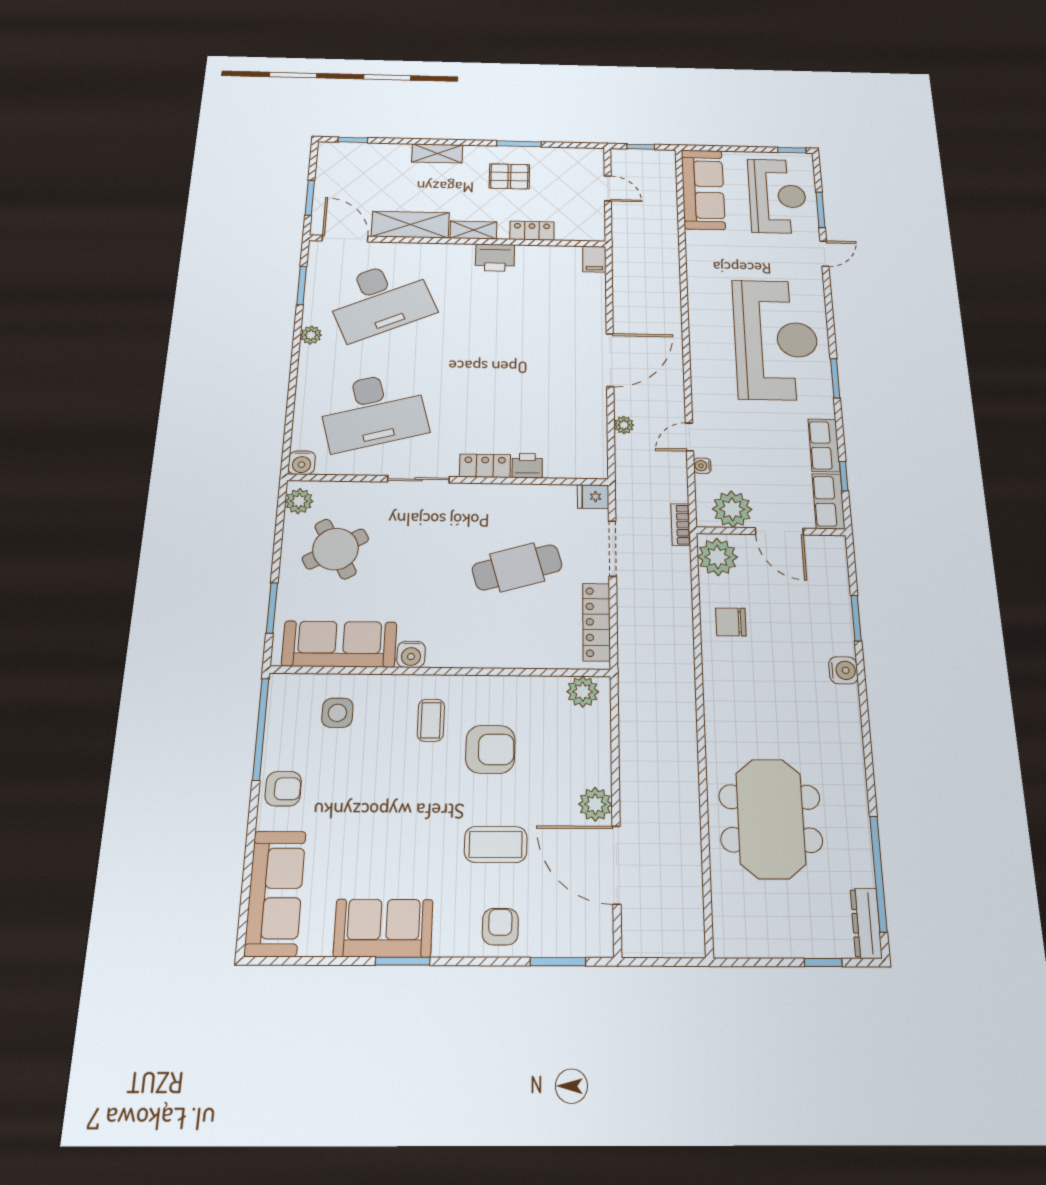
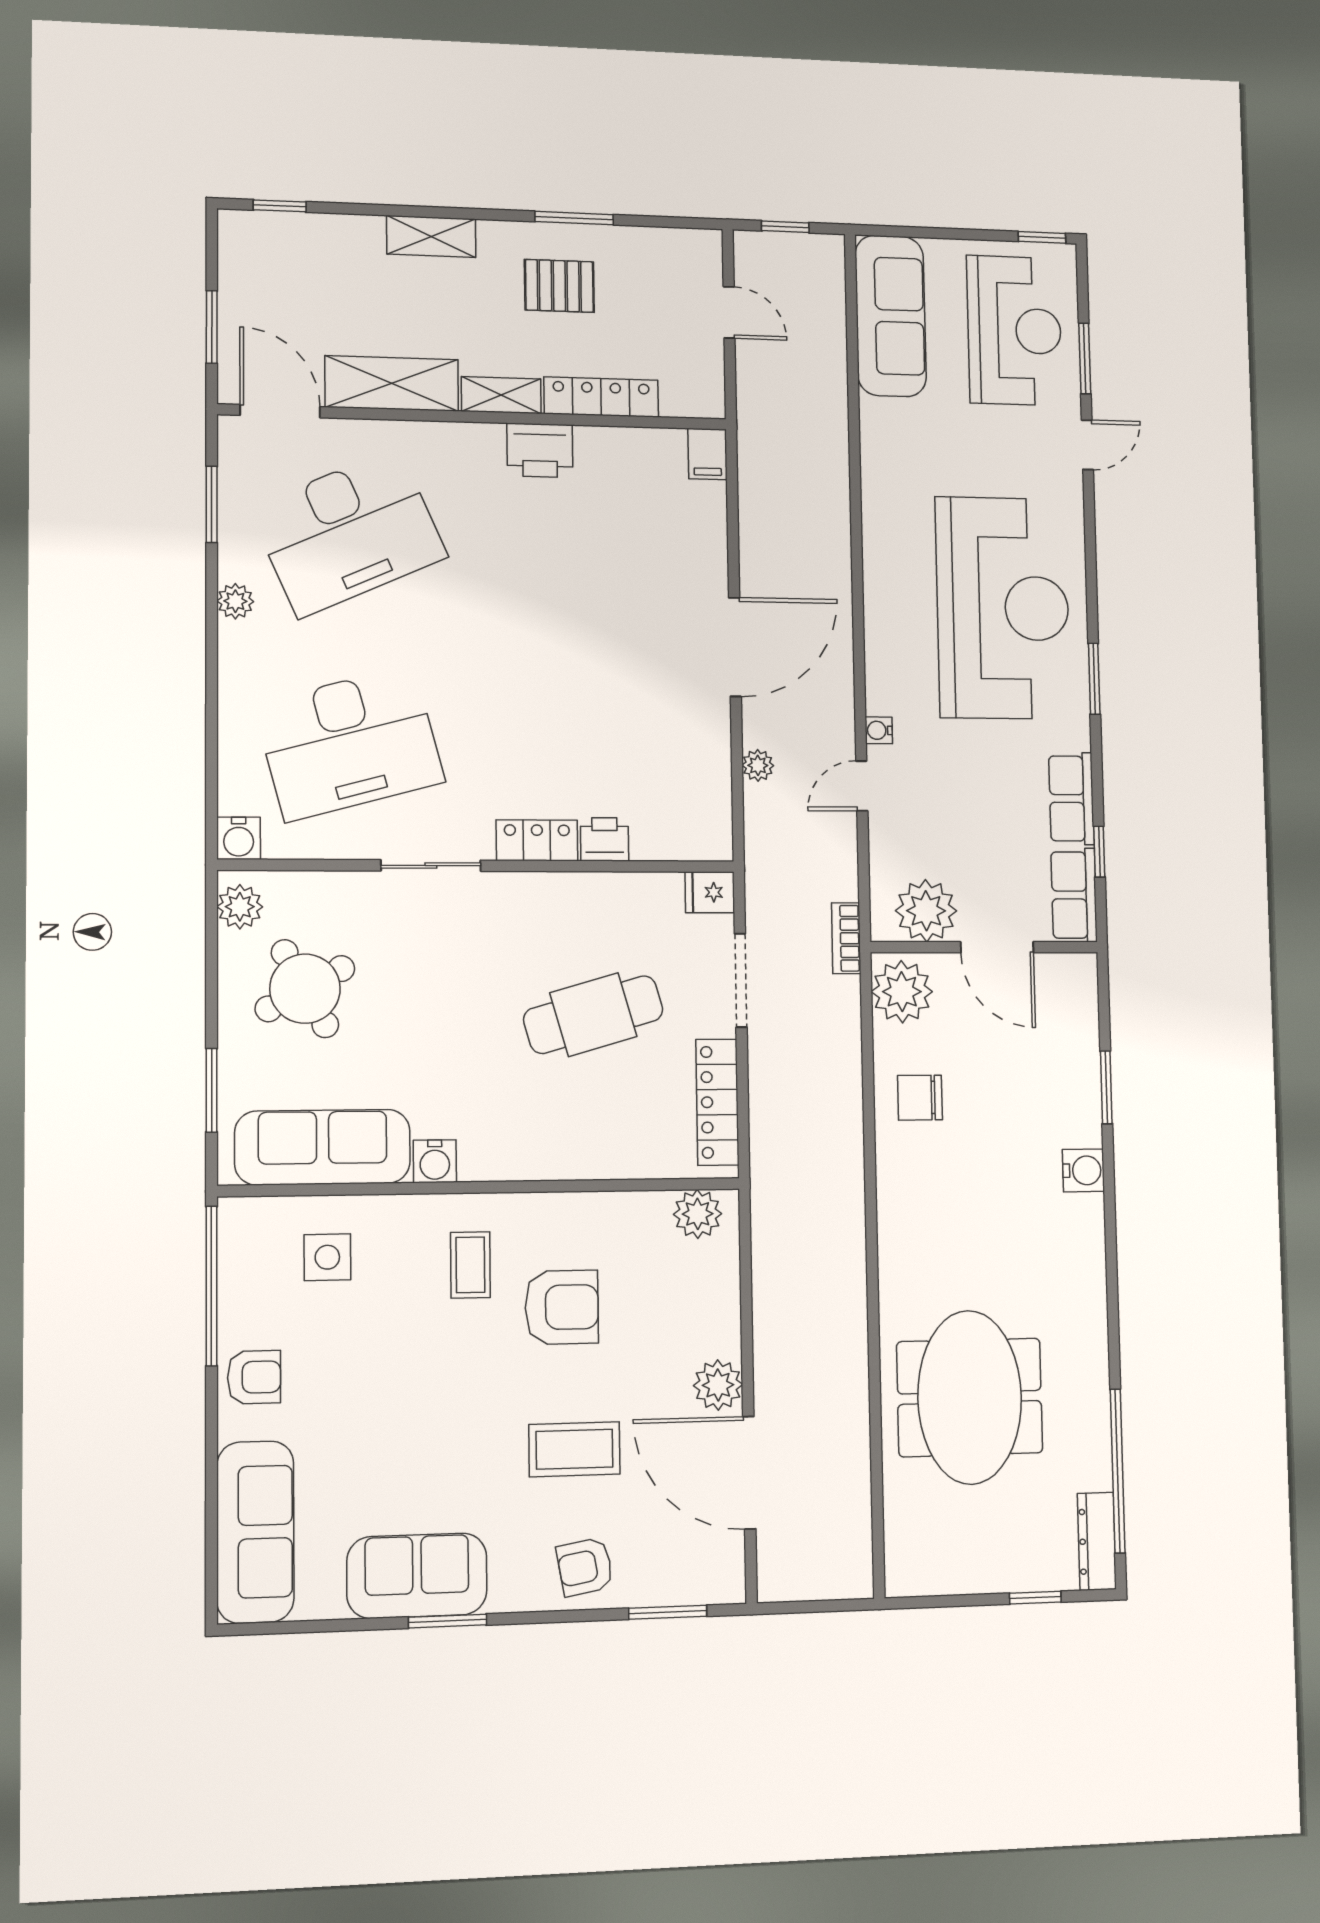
locker: (532, 231) -> (601, 397), width x1.53
water cooler: (702, 466) -> (879, 730), moved
armchair: (500, 927) -> (585, 1567), turned -100

